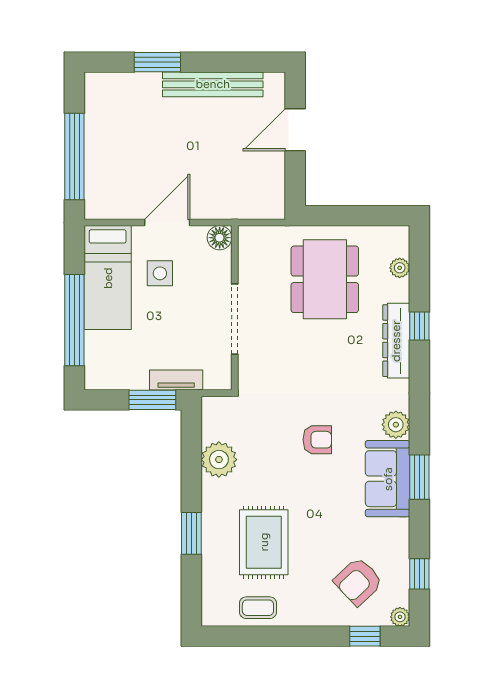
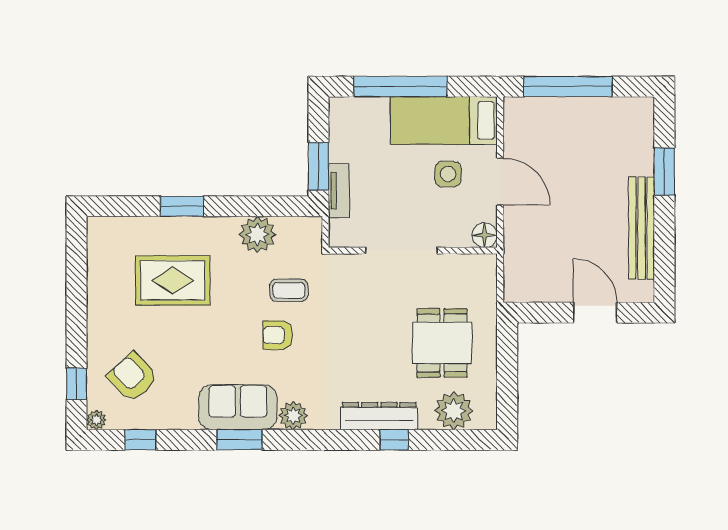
plant: (400, 268) -> (454, 411), width x1.87, depth x1.87
dining table: (325, 279) -> (442, 343), width x0.73
armchair: (317, 440) -> (278, 335), turned 90
coffee table: (258, 608) -> (289, 290), moved, turned 90

